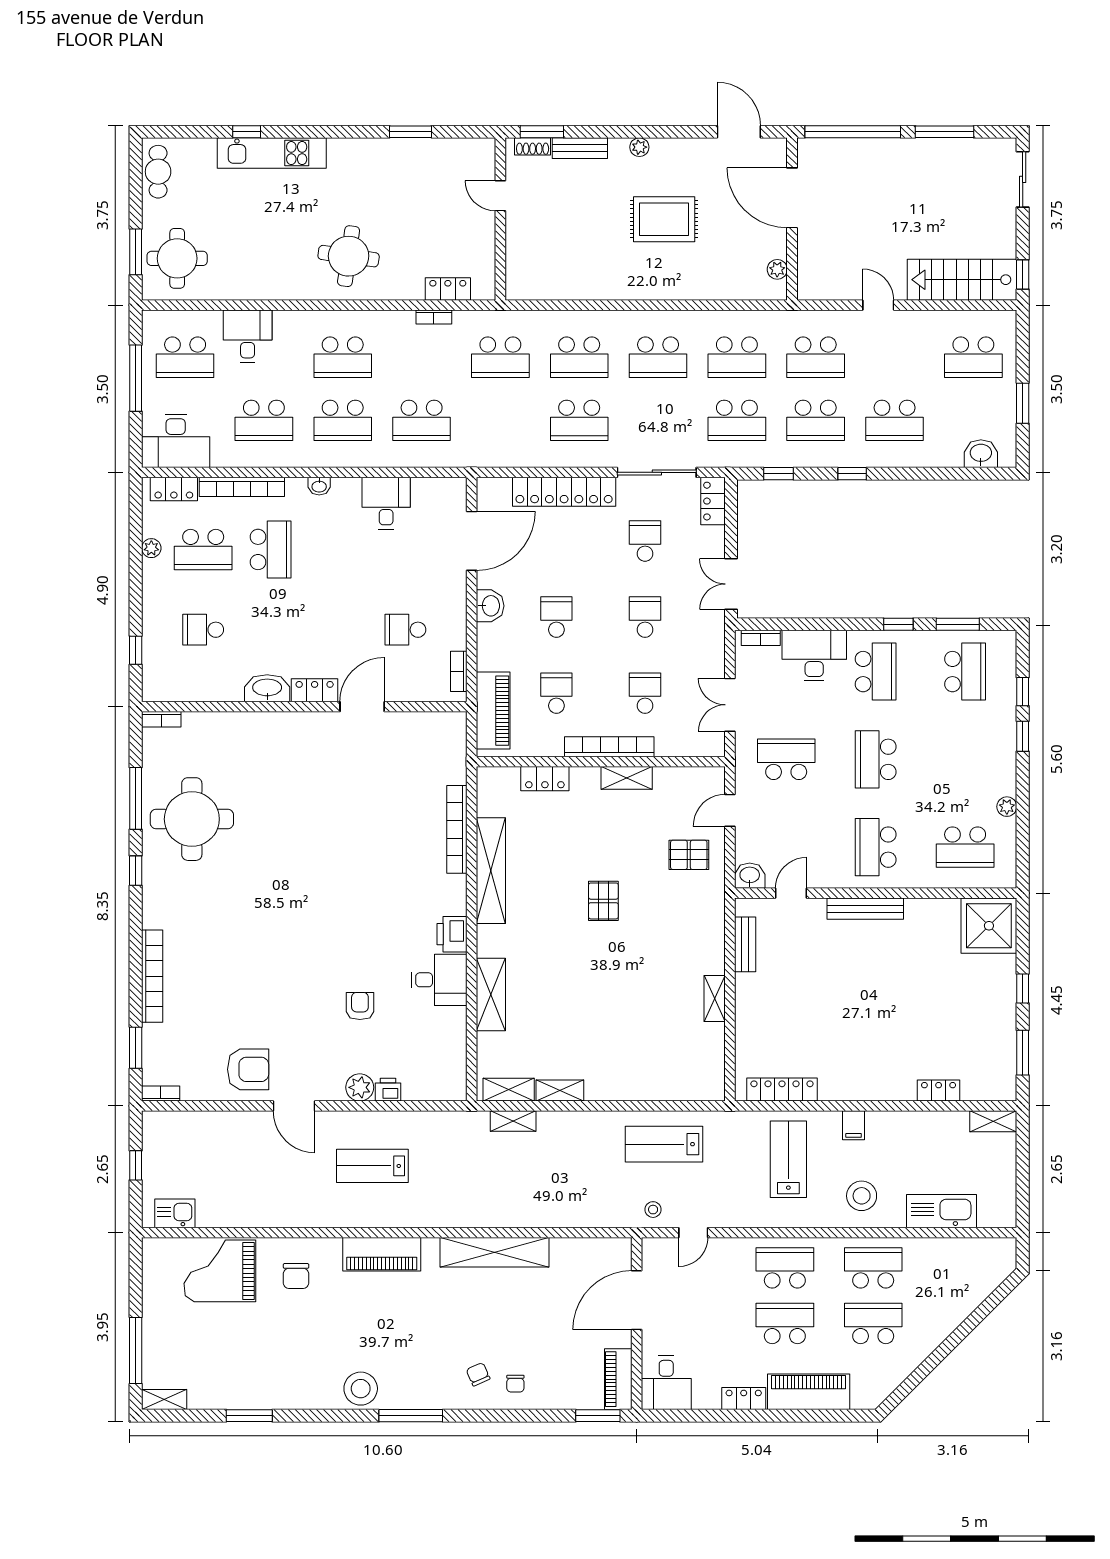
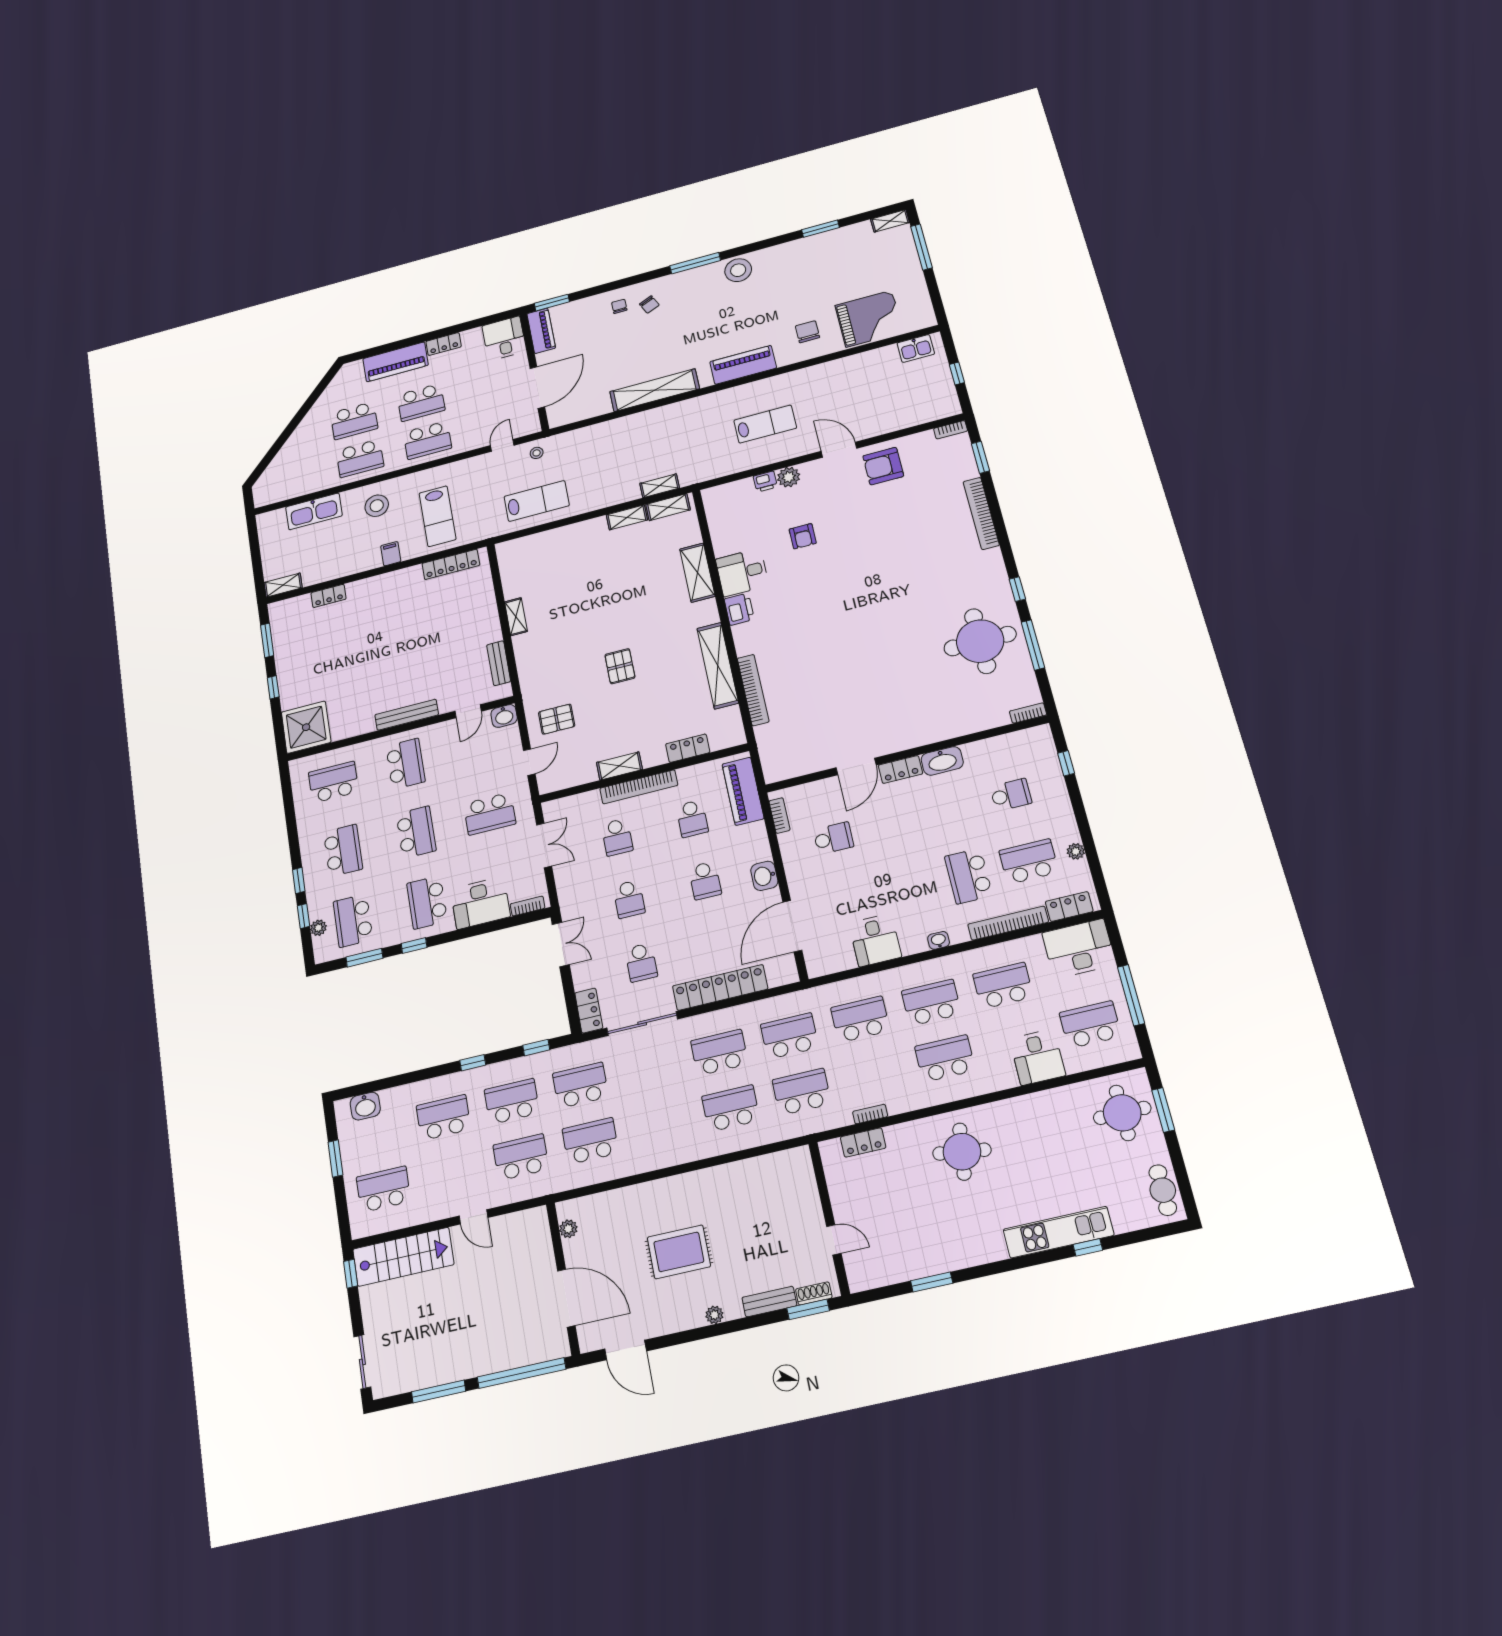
school desk: (658, 357) -> (790, 1036), moved
school desk: (965, 759) -> (343, 850), added
plant: (1007, 807) -> (318, 928), moved

